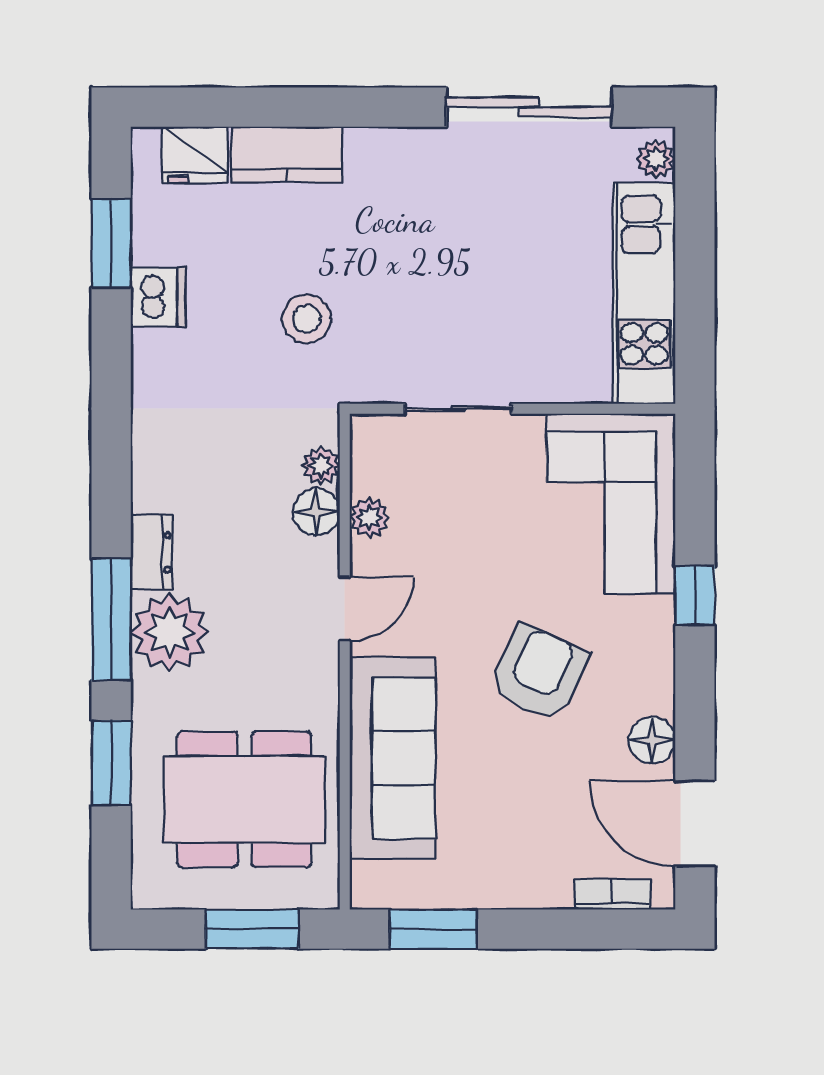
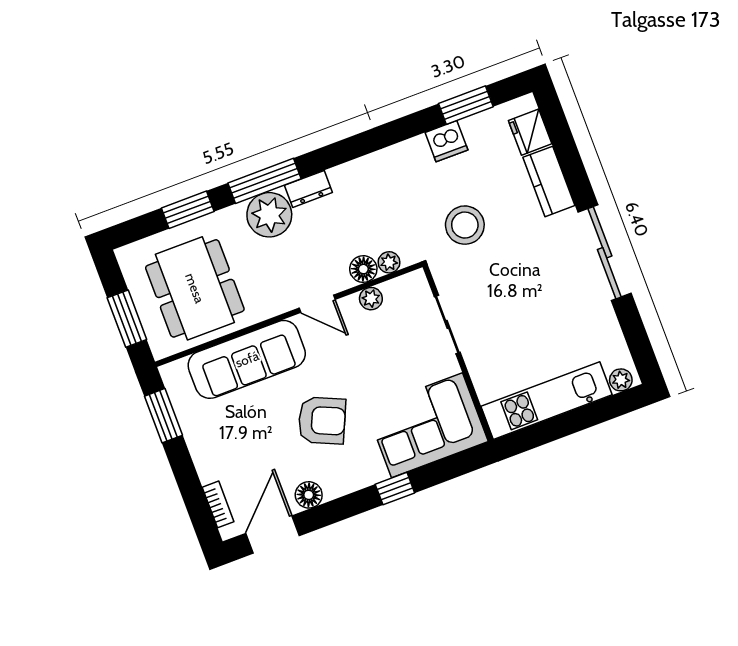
sliding door: (529, 107) -> (605, 253), moved
stool: (307, 319) -> (465, 225), width x1.38, depth x1.38

